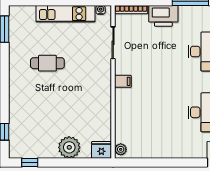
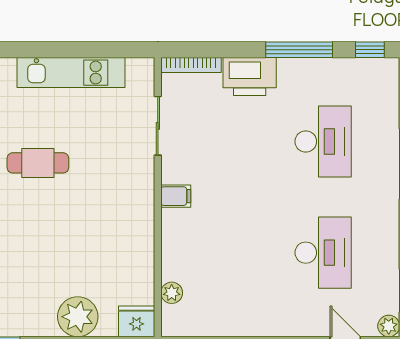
water cooler: (101, 10) -> (135, 66), removed
plant: (121, 149) -> (172, 293), moved

